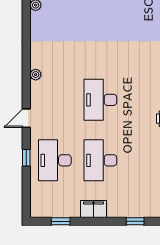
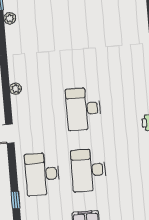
window: (26, 158) -> (15, 200), moved

